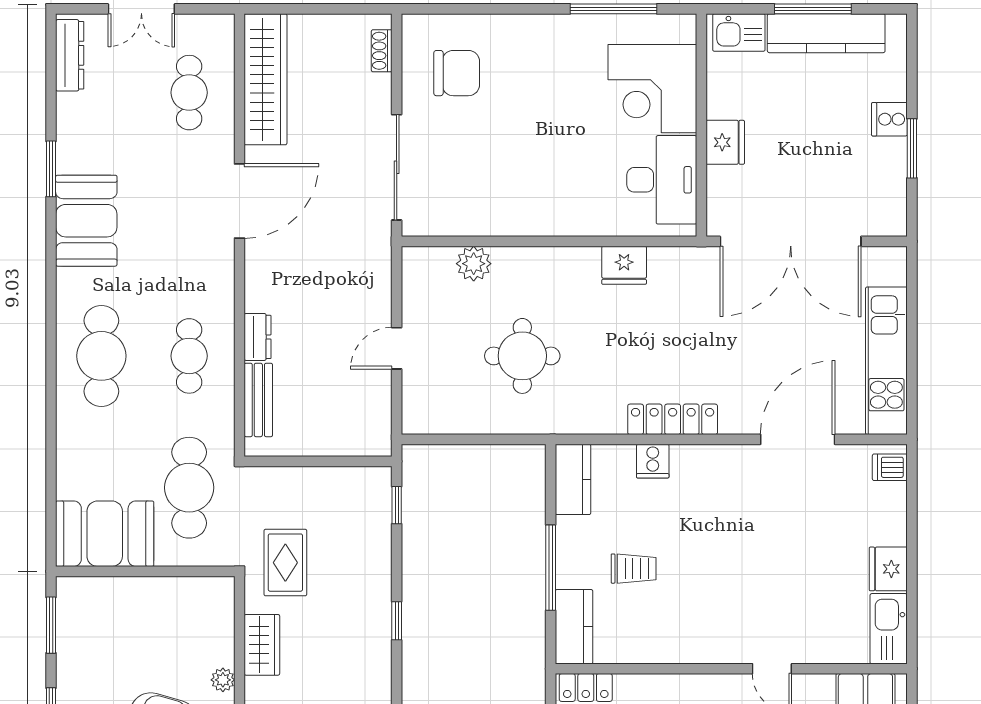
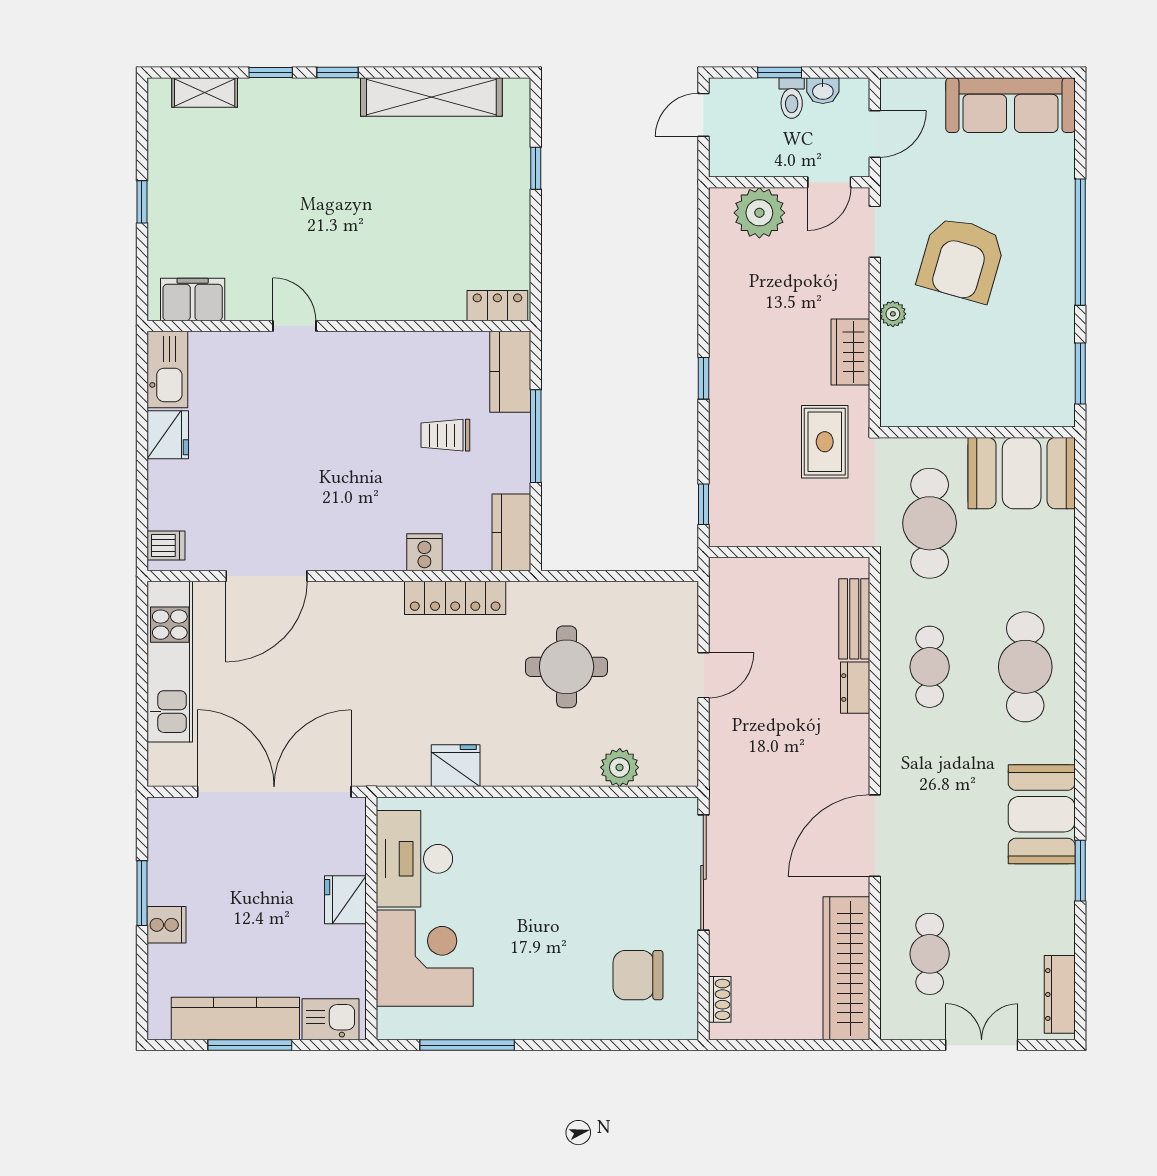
locker: (673, 419) -> (455, 598), moved

